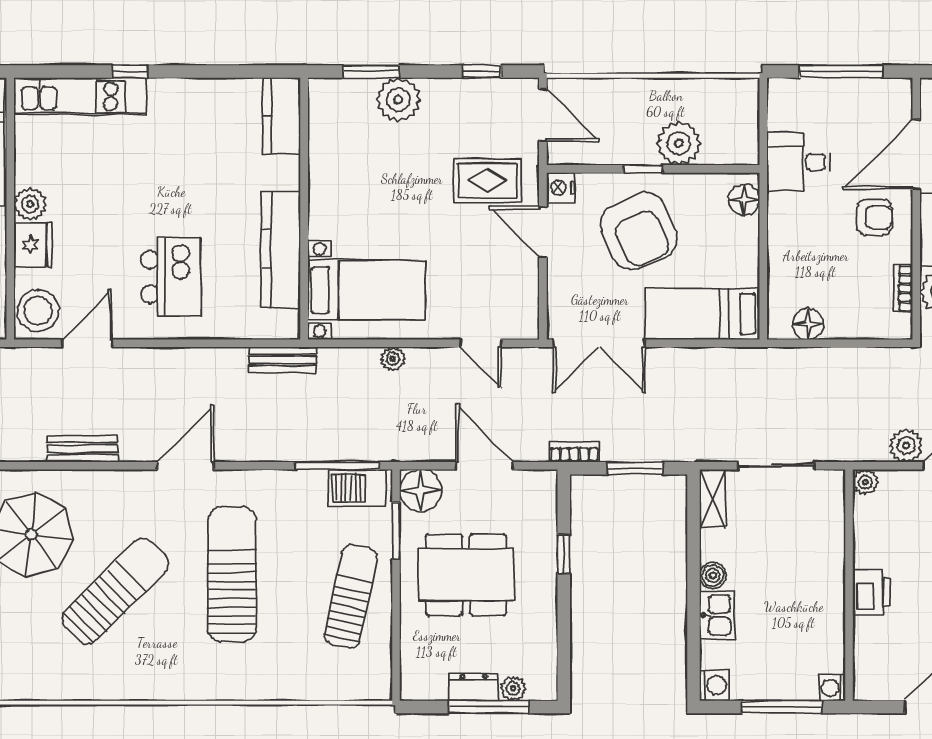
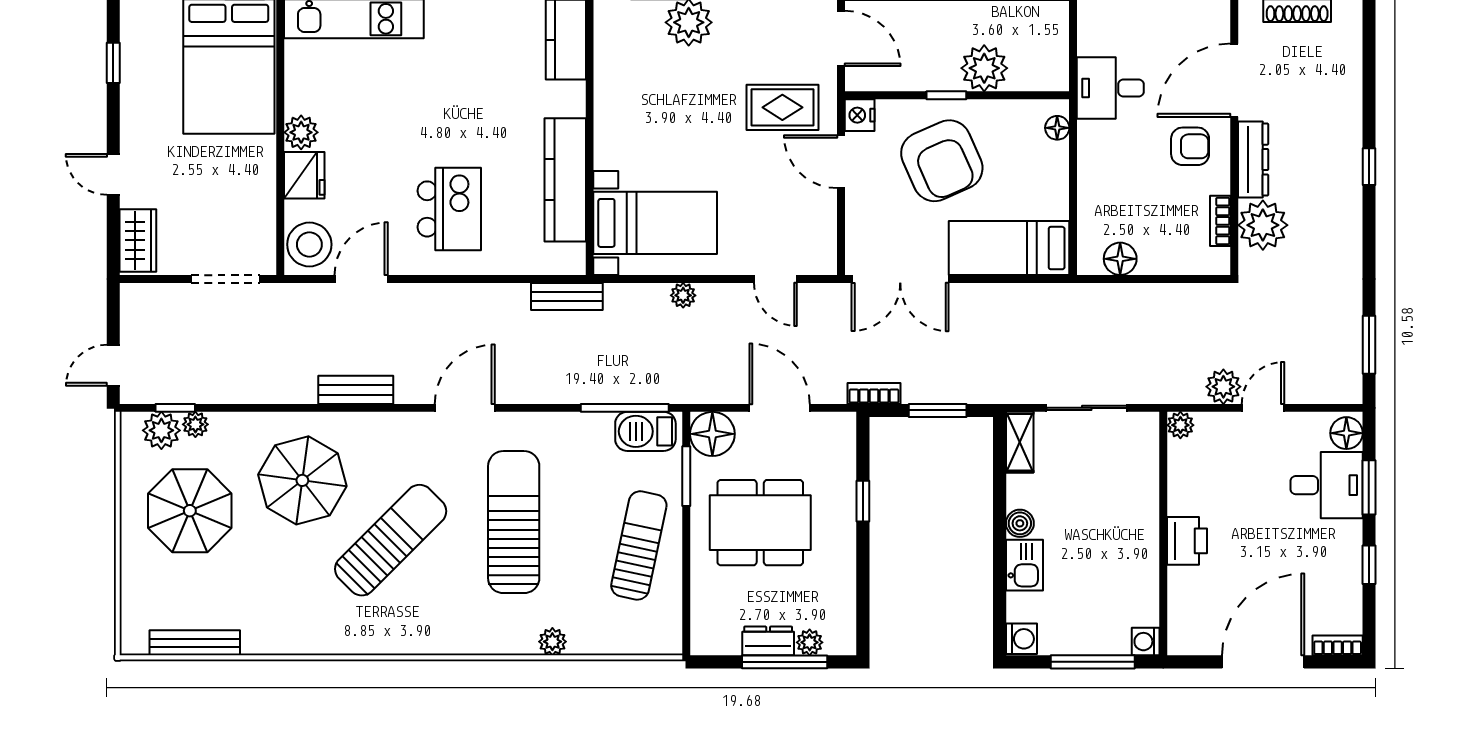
floor lamp: (744, 200) -> (1057, 128), width x0.73, depth x0.73
plant: (269, 688) -> (552, 642), added

